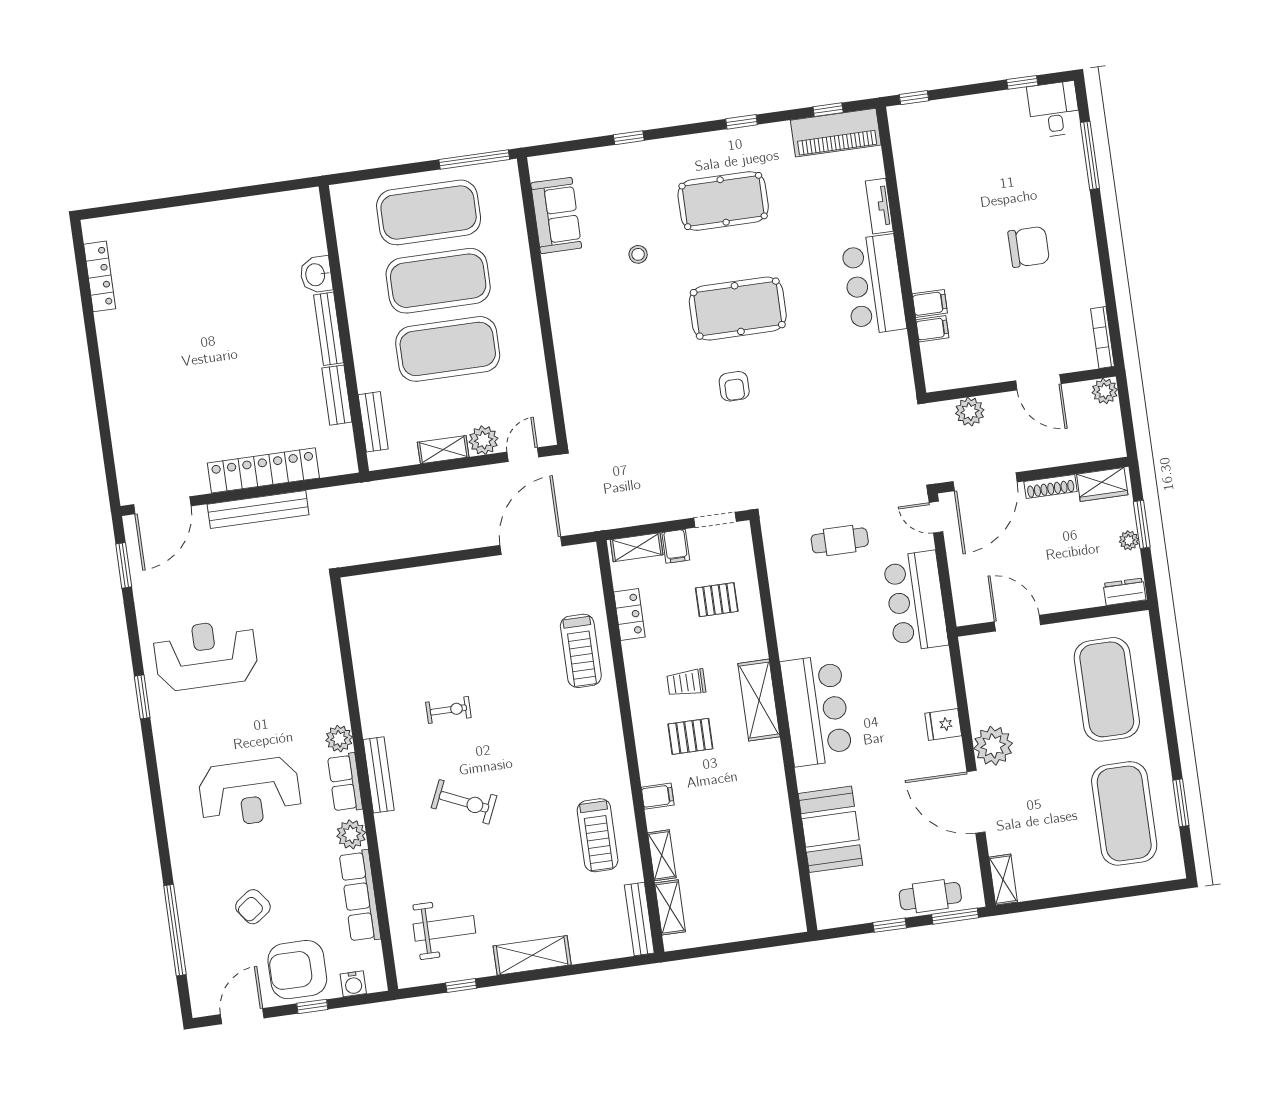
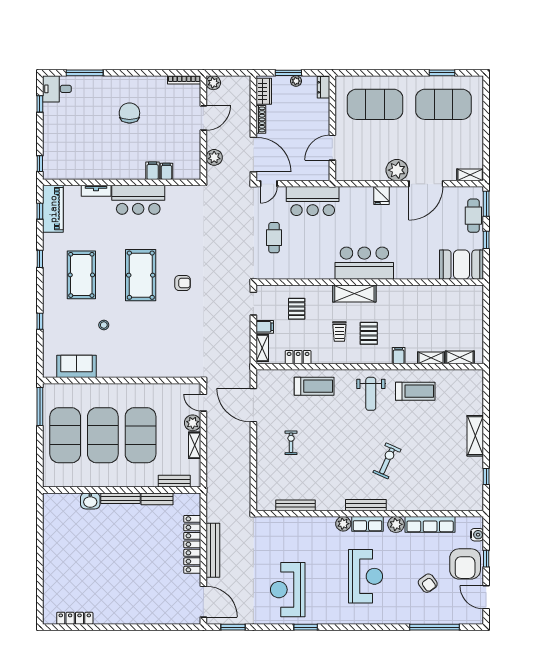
exercise bike: (448, 710) -> (291, 443), moved
booth: (830, 829) -> (461, 265), moved
bench: (639, 919) -> (296, 505), moved
weight bench: (444, 928) -> (371, 394), moved, turned 180

